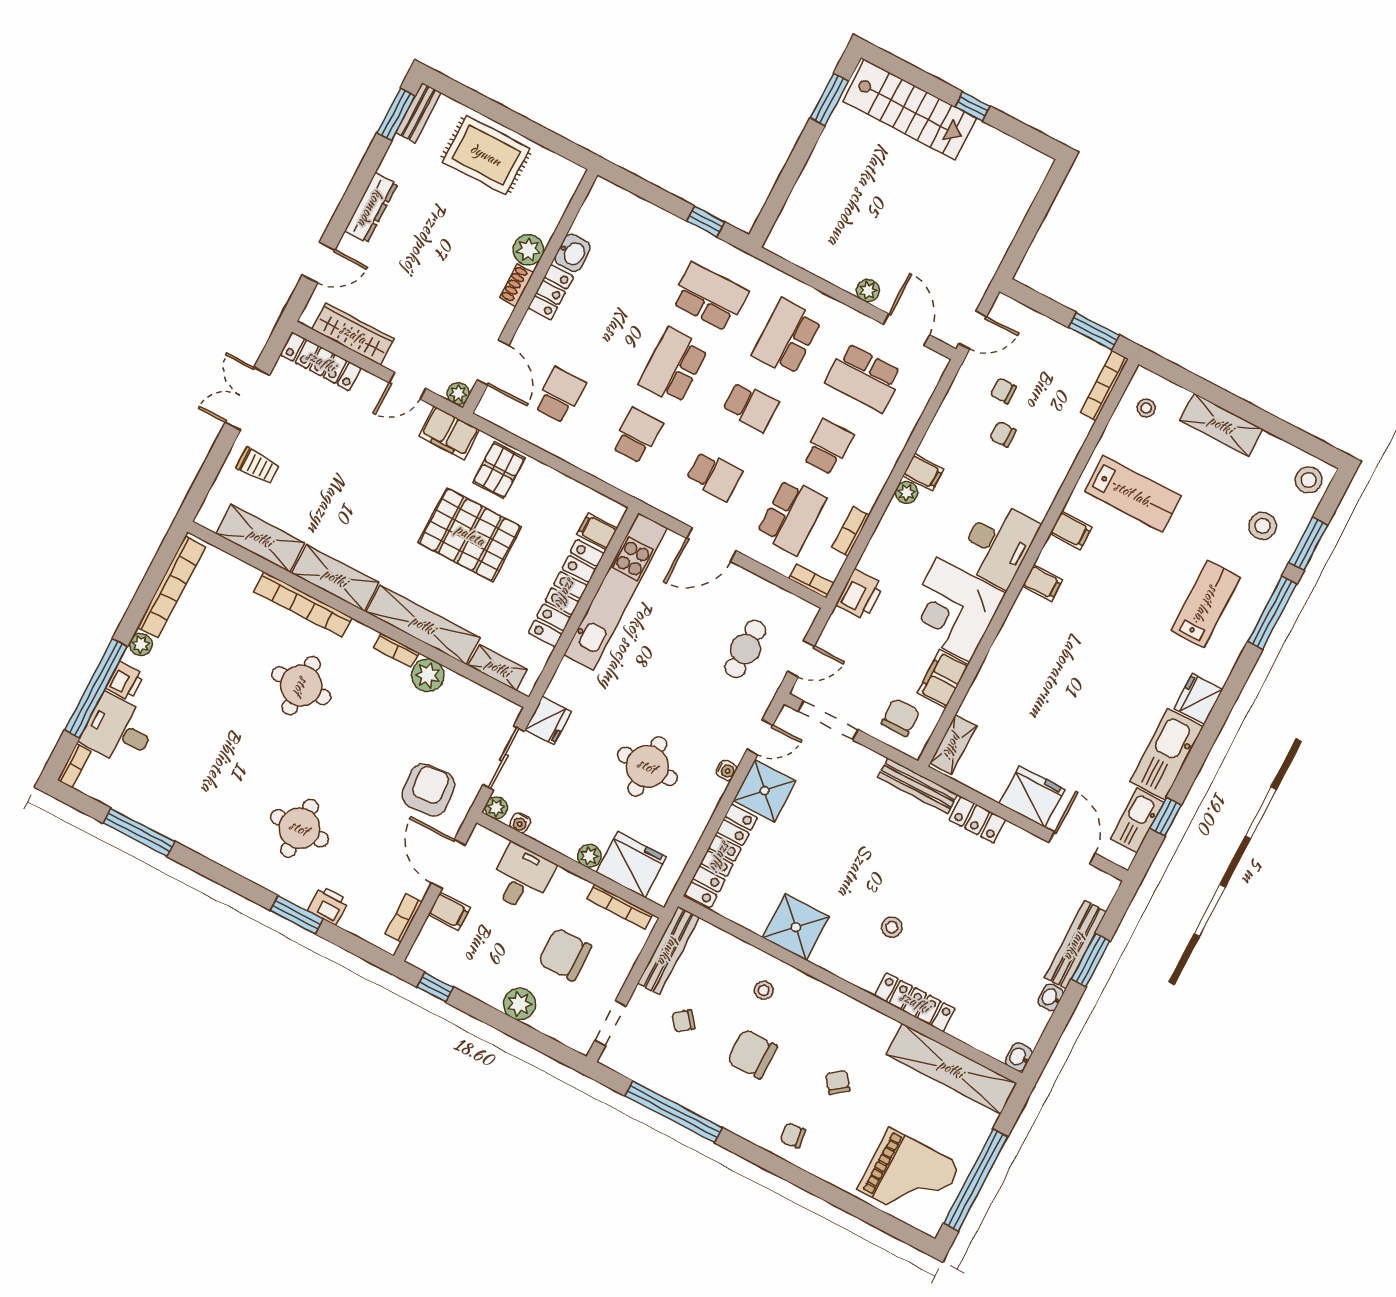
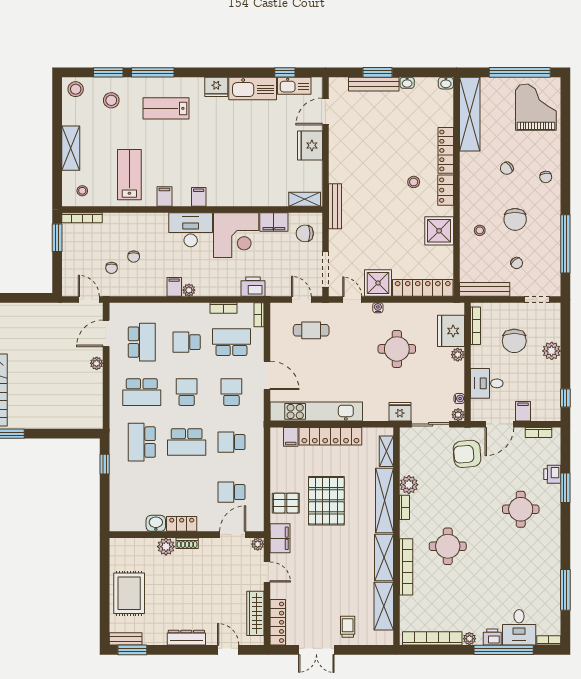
locker: (977, 820) -> (446, 190), moved, turned 180

